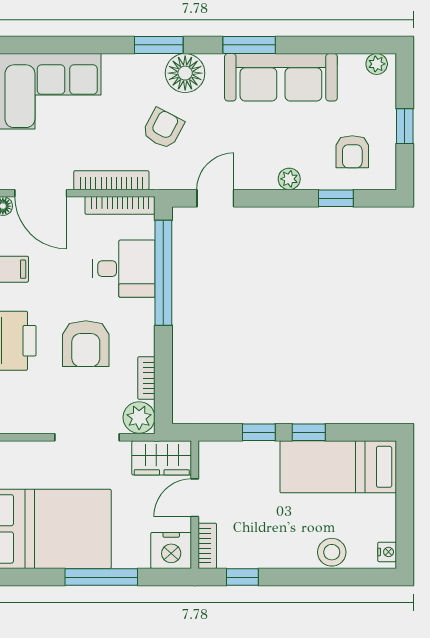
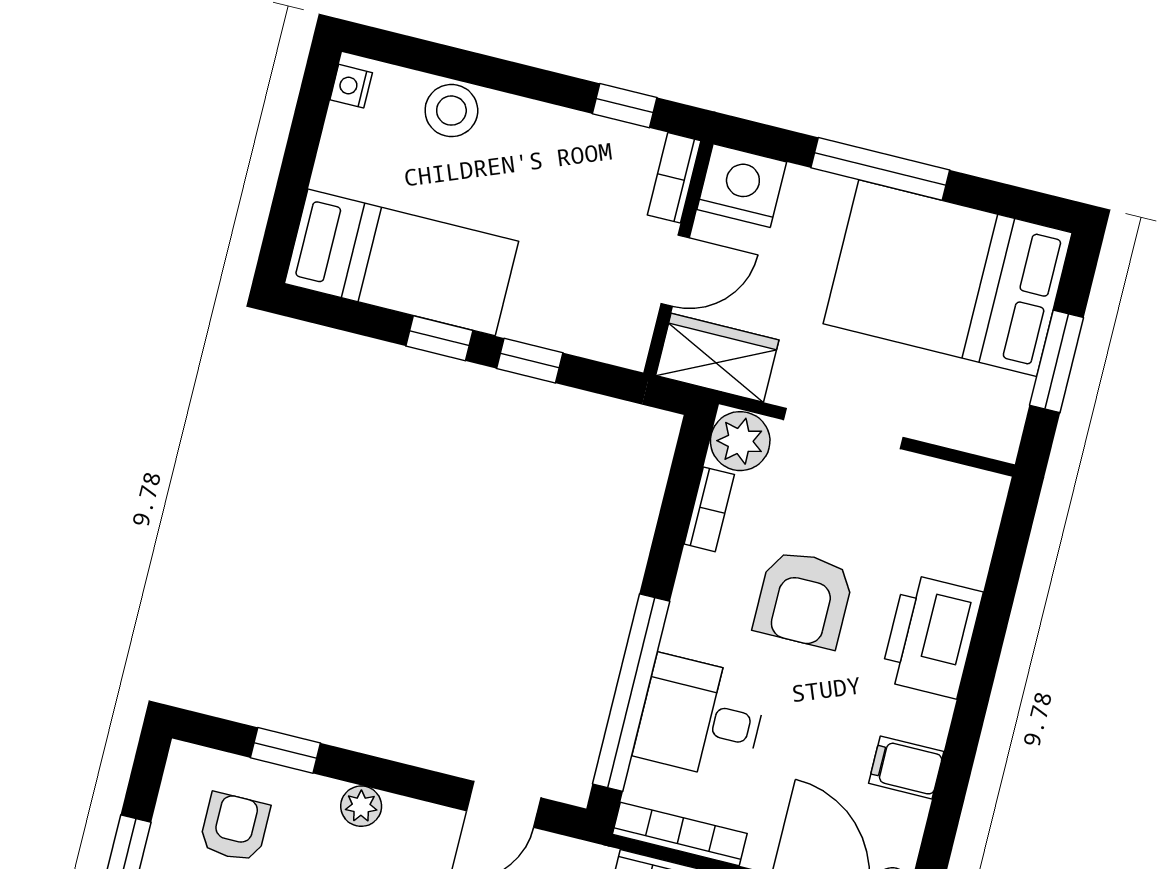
armchair: (86, 344) -> (804, 599), turned 180

